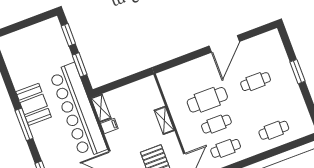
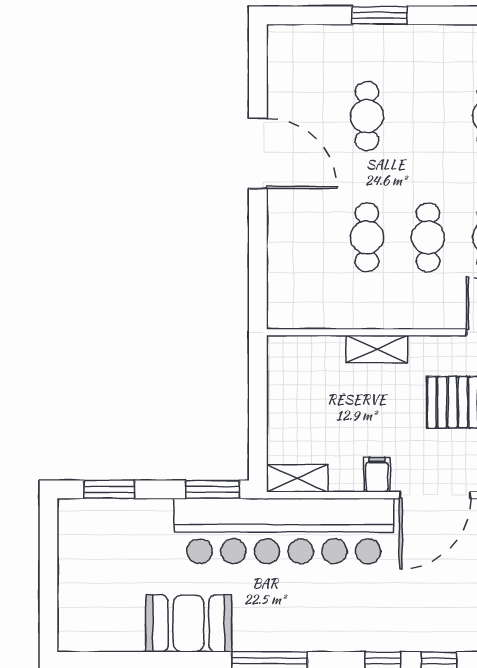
window: (80, 65) -> (212, 489), moved
cafe table: (207, 100) -> (367, 237), width x0.73, depth x0.74
booth: (34, 104) -> (189, 623), moved
filing cabinet: (109, 126) -> (377, 475), moved

